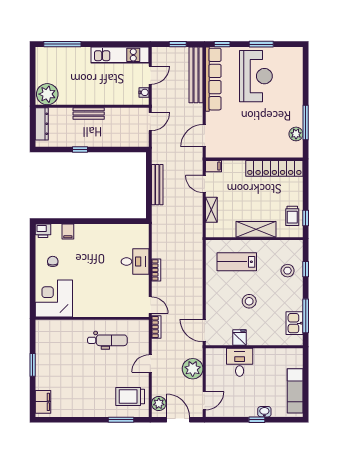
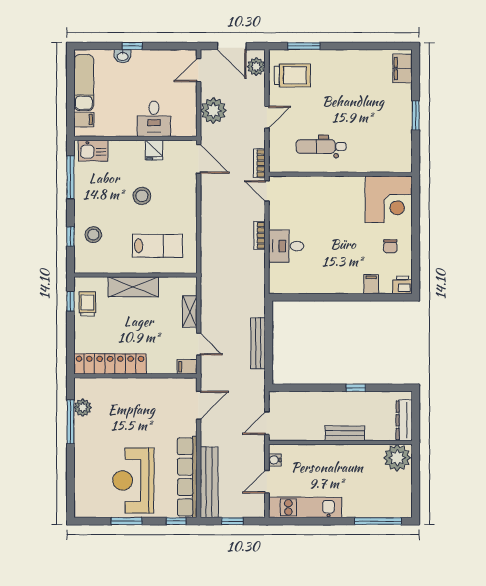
kitchen sink: (295, 323) -> (93, 151), moved, turned 90
filing cabinet: (295, 362) -> (84, 120), added

